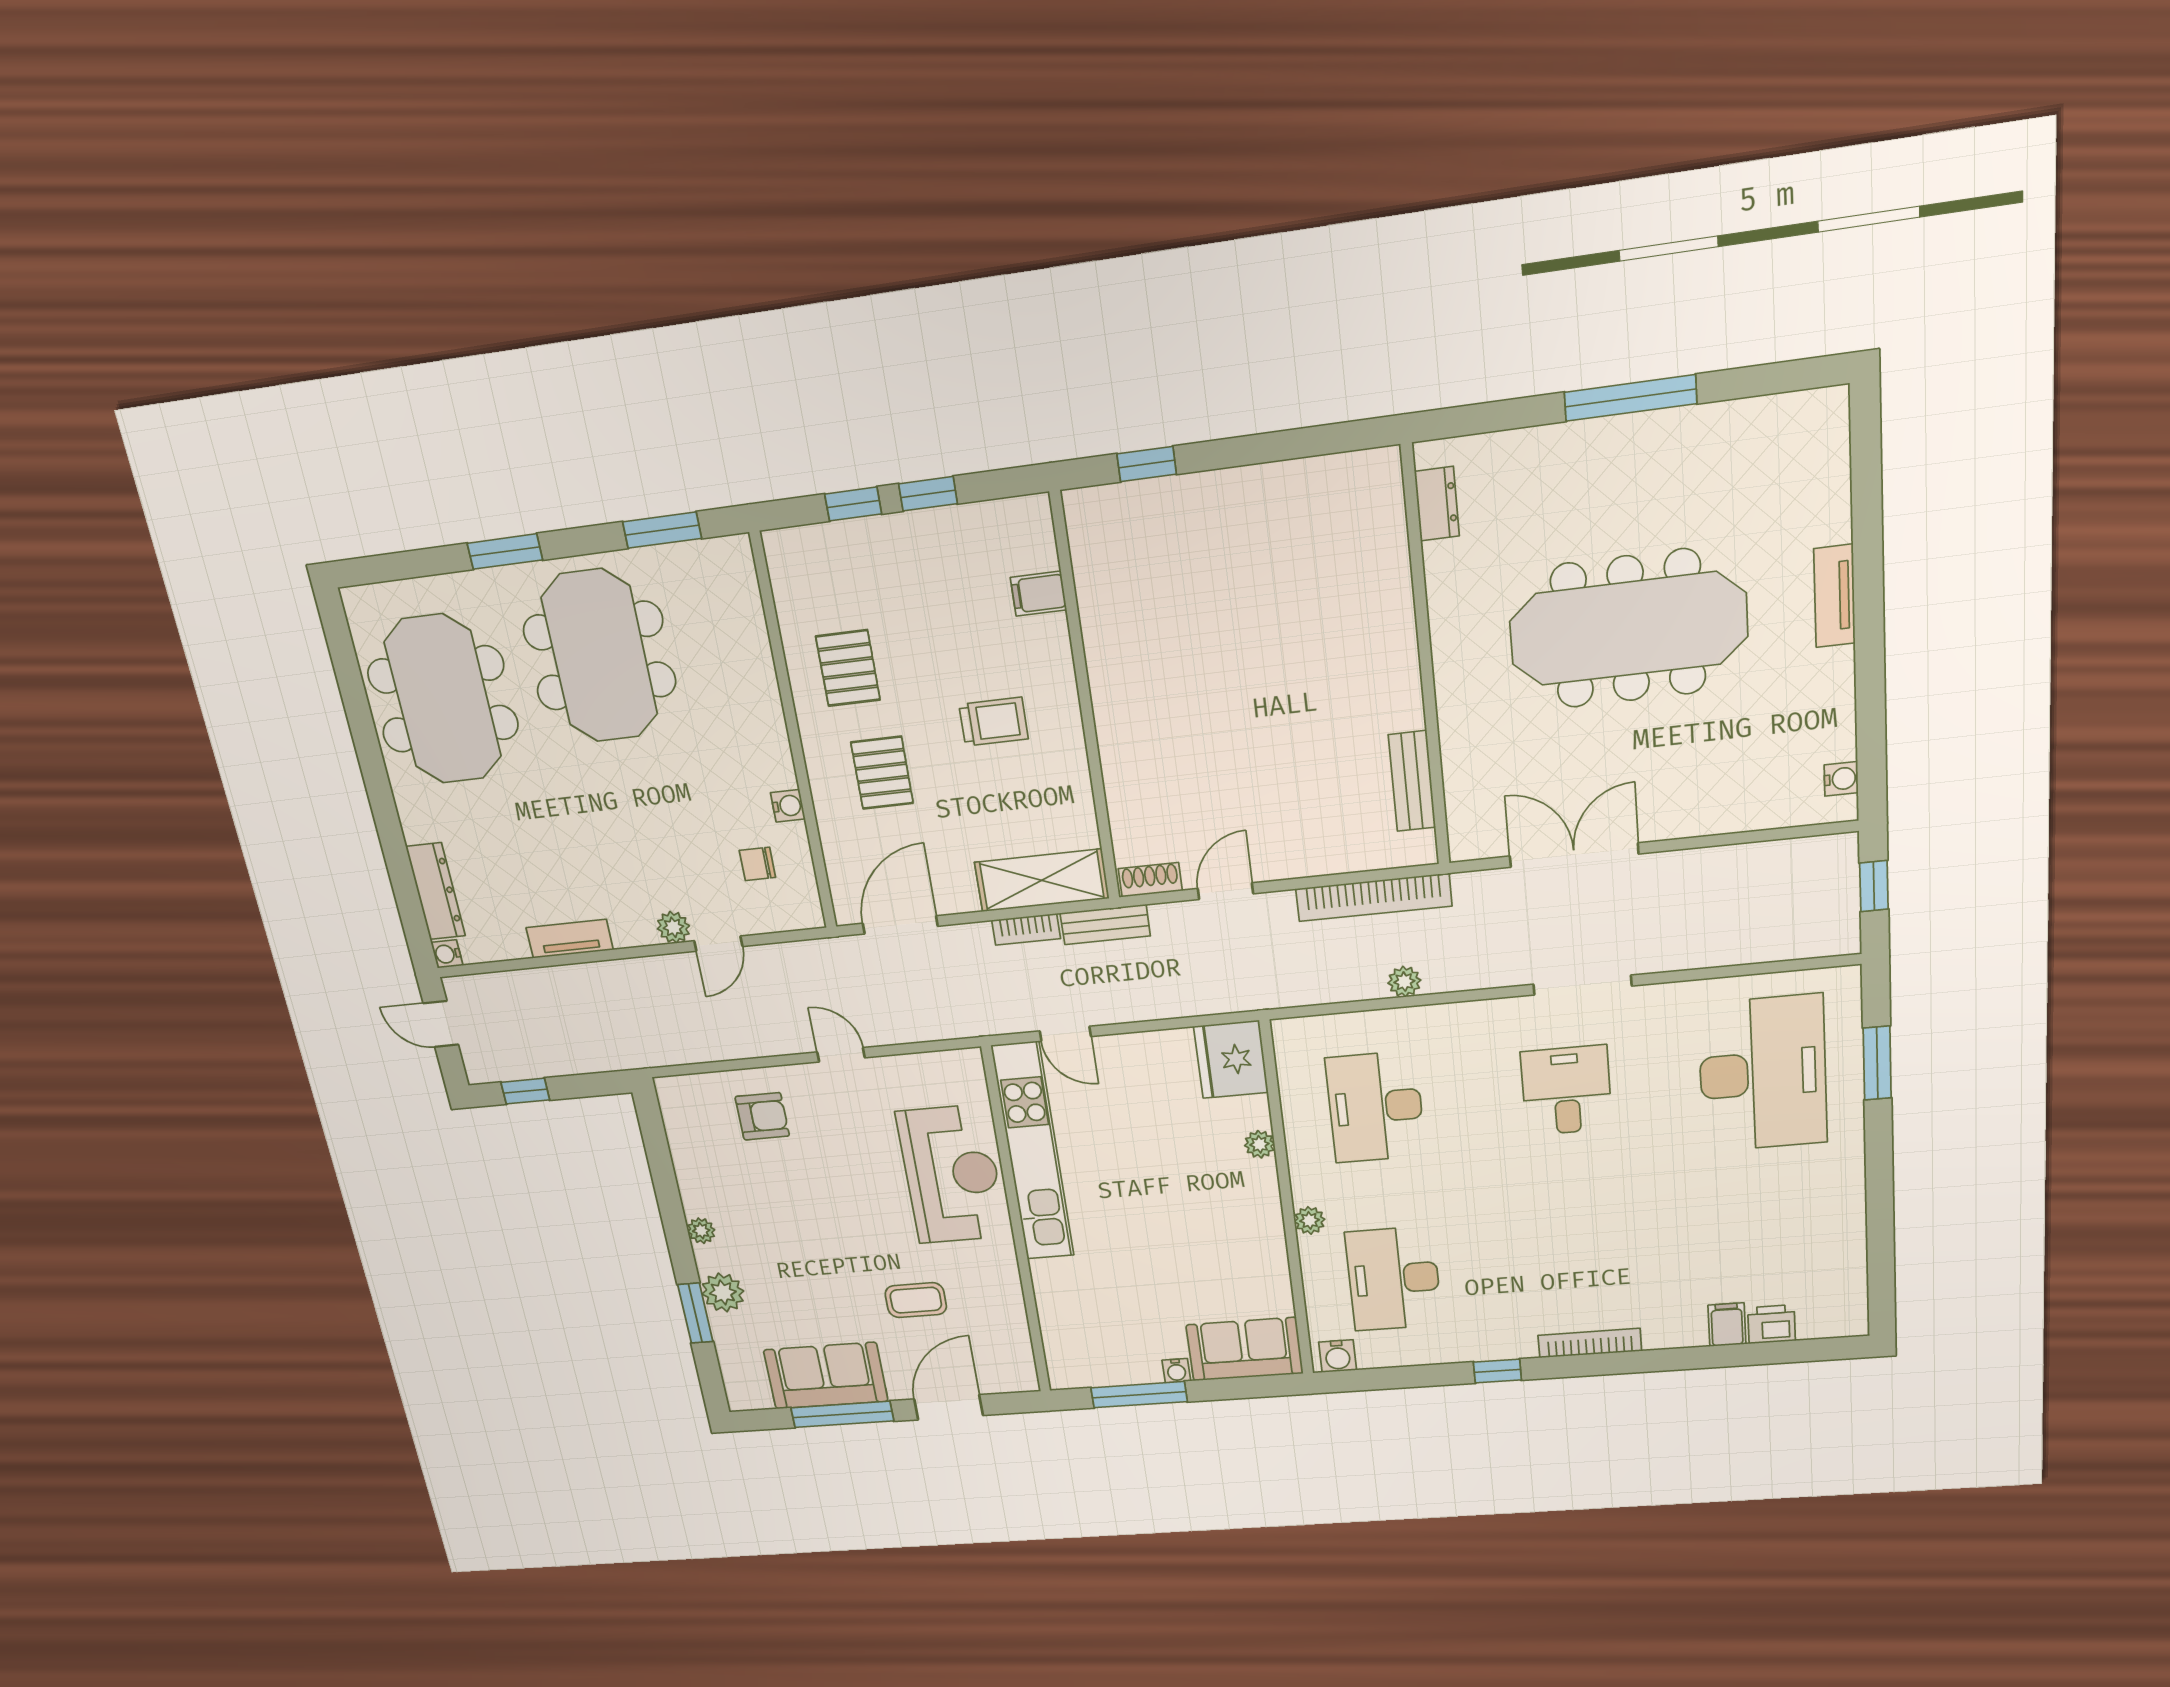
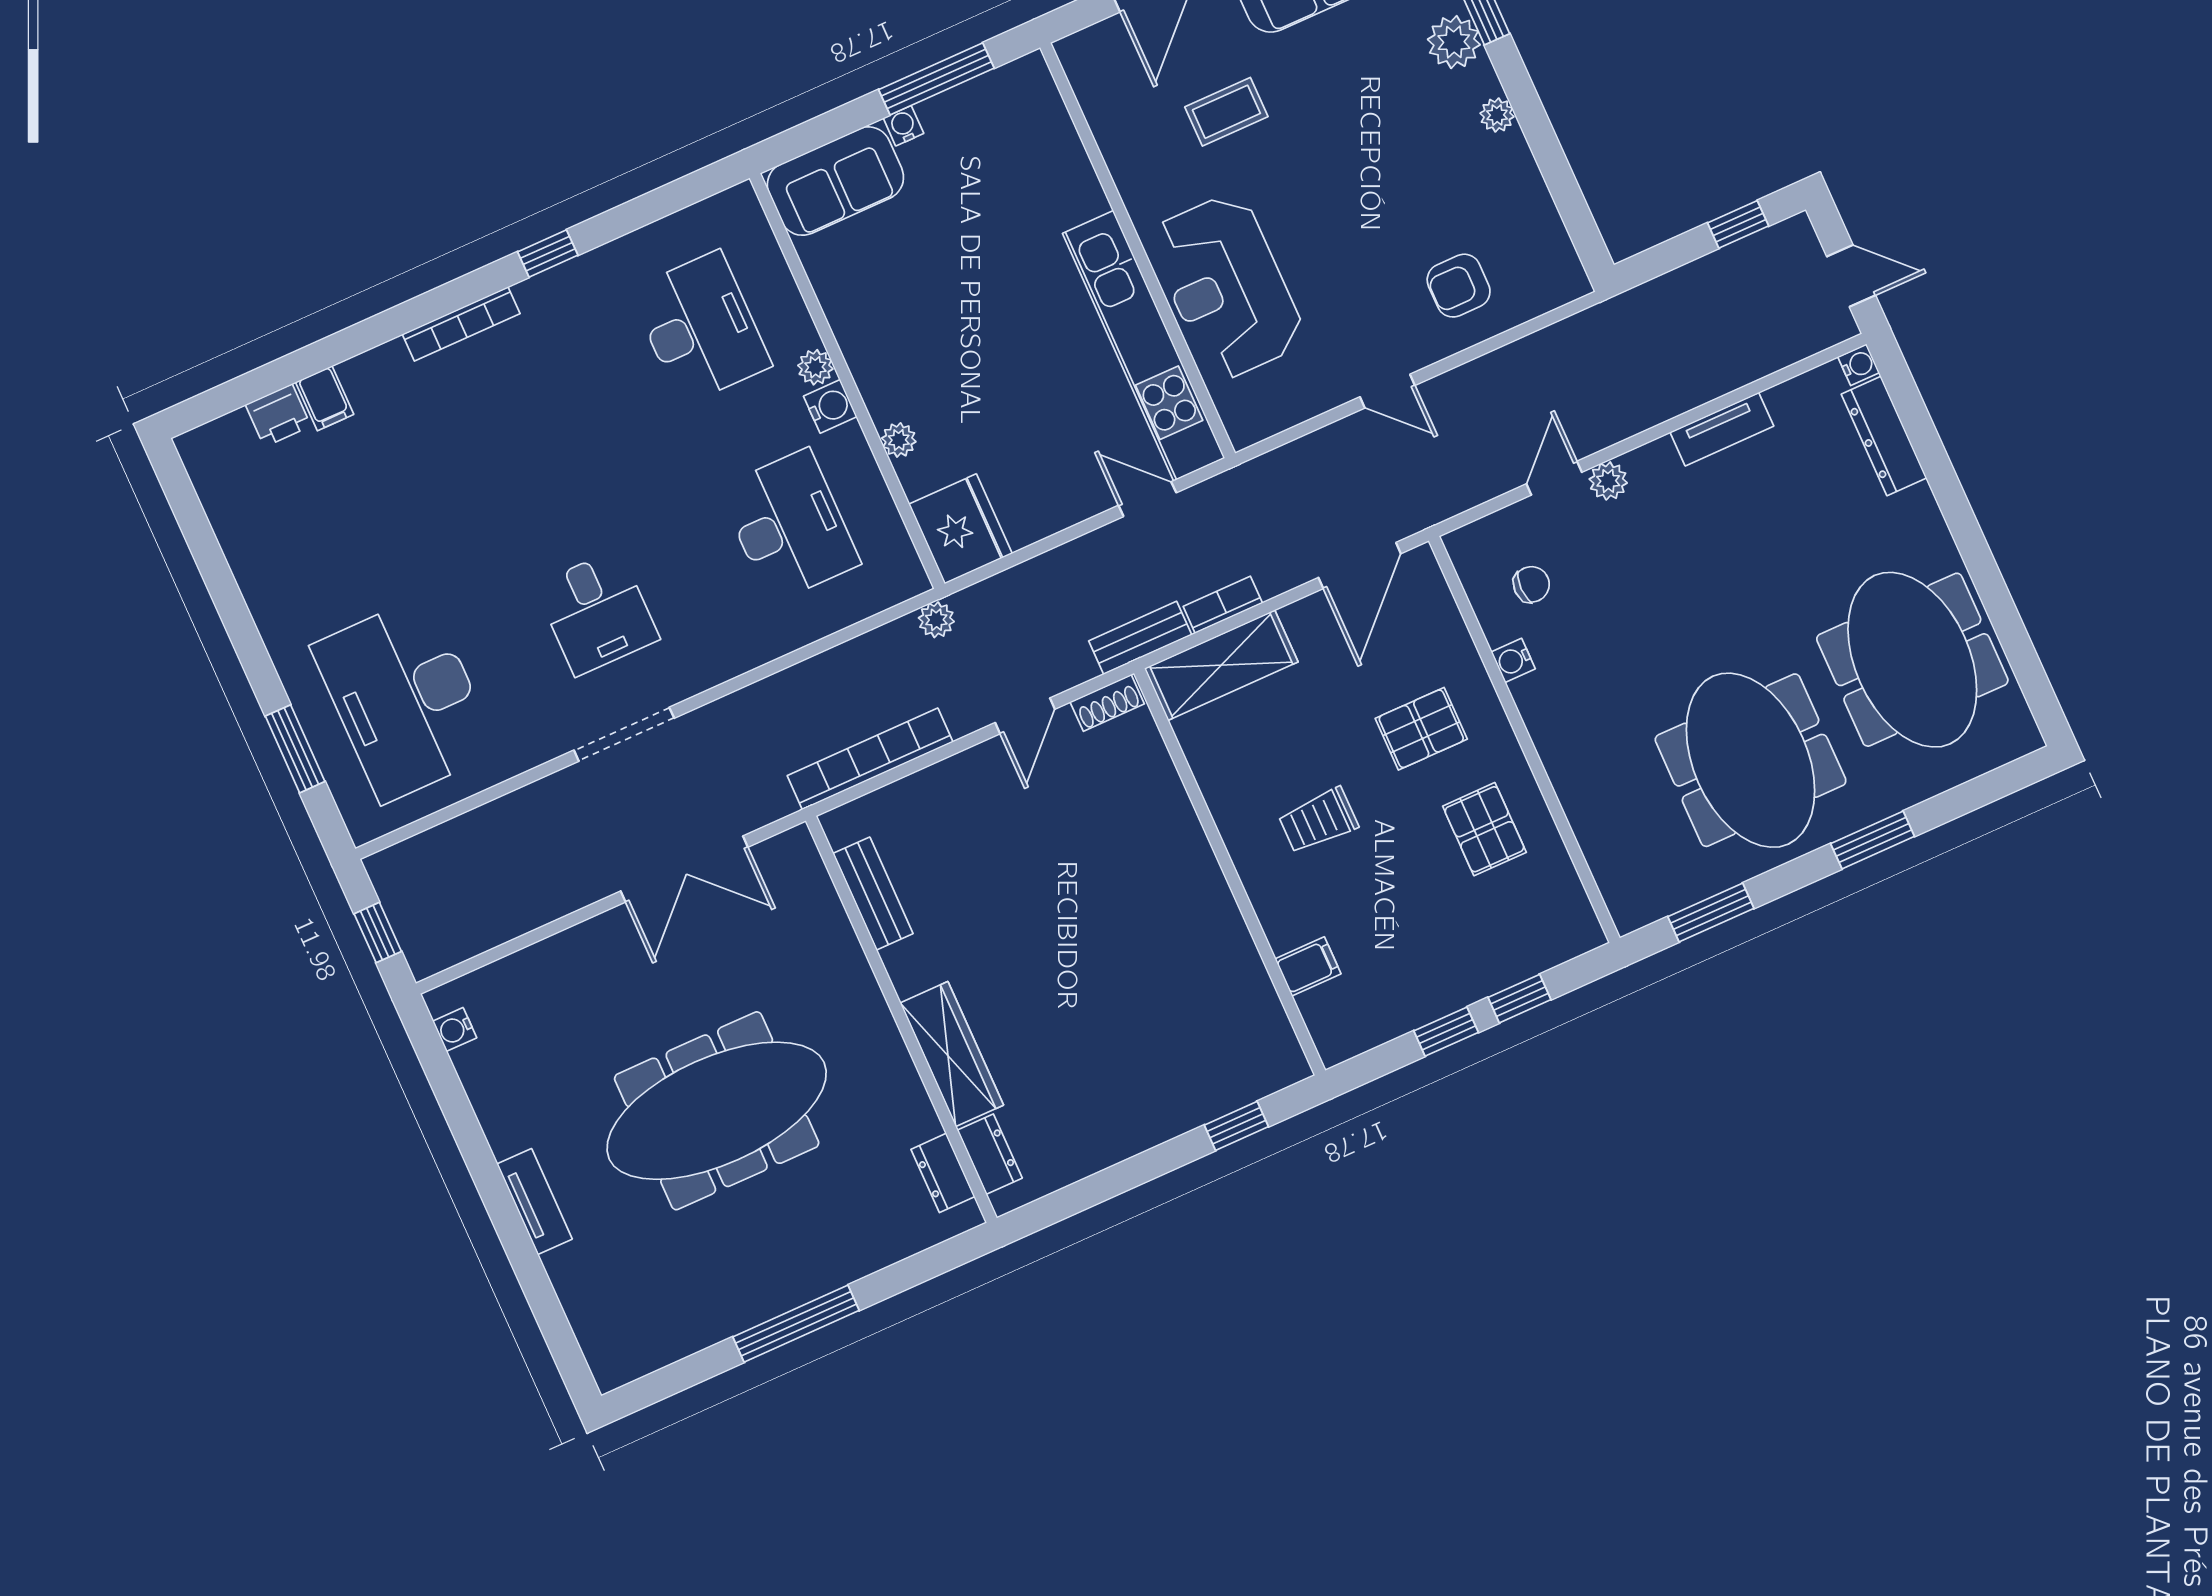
dresser: (1387, 508) -> (990, 1154), added
wardrobe: (1390, 614) -> (952, 1054), added
pallet: (882, 773) -> (1421, 729), turned 90
plant: (1404, 982) -> (936, 620), moved
water cooler: (1338, 1356) -> (830, 406), moved, turned 90

